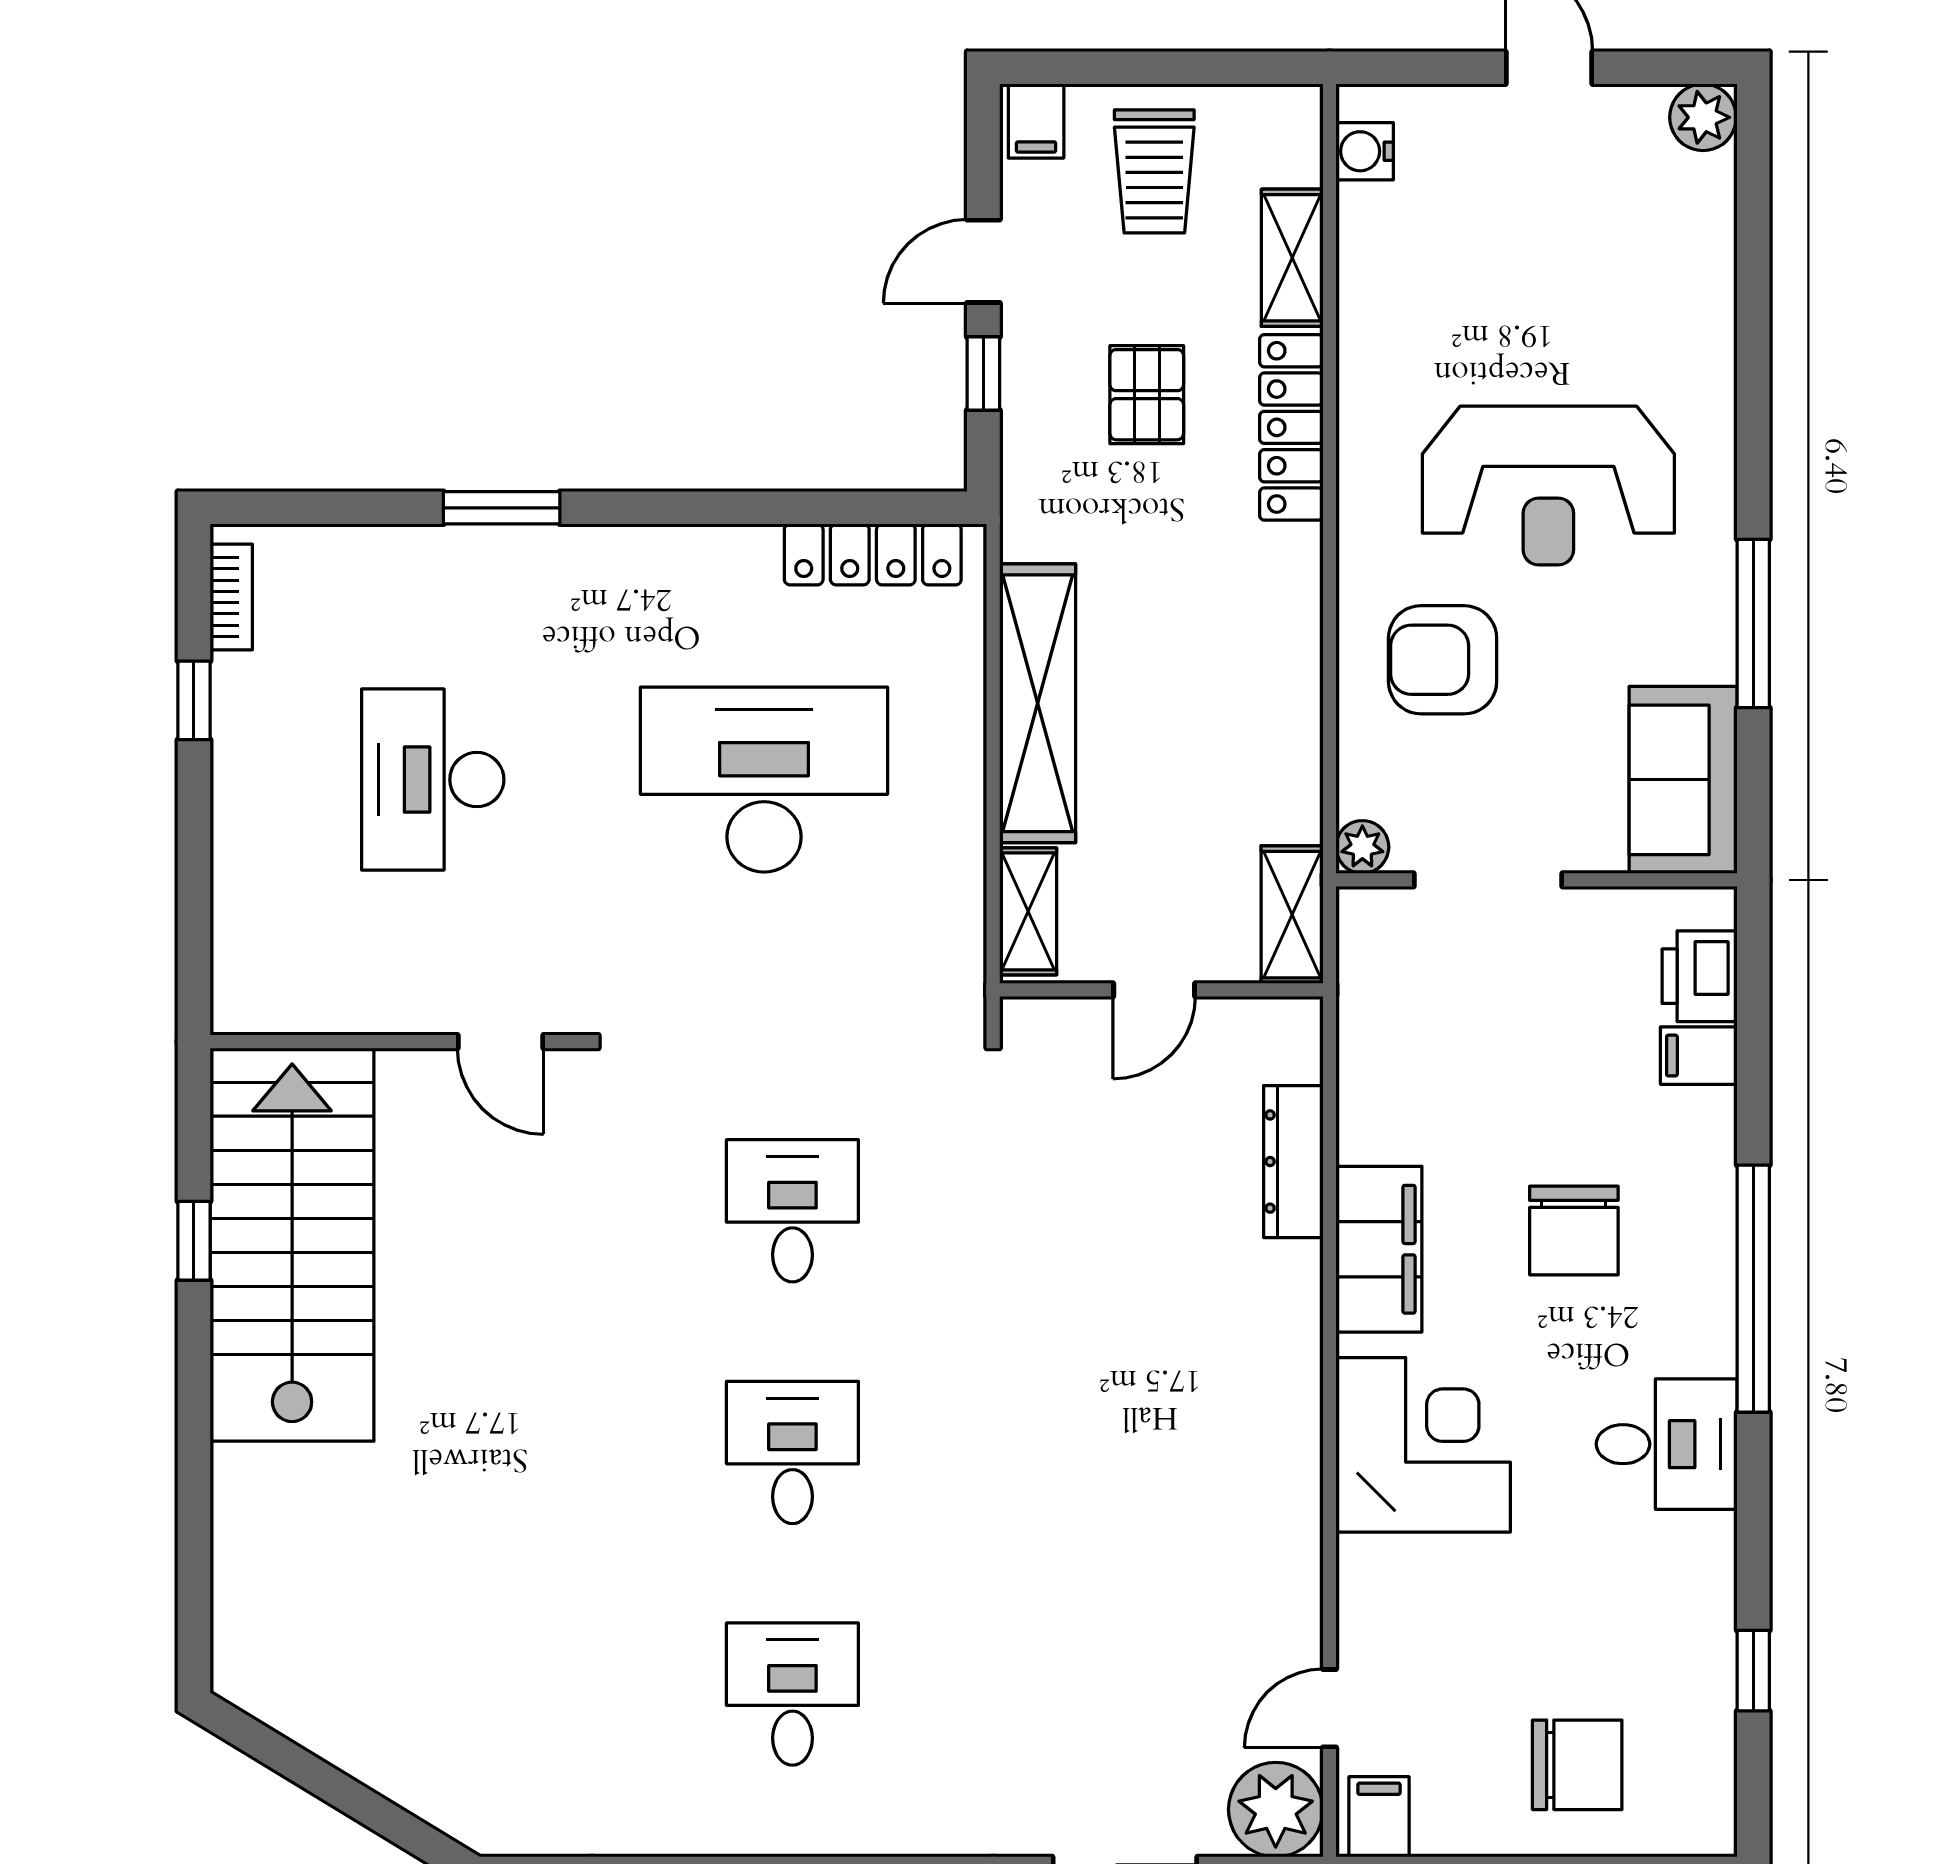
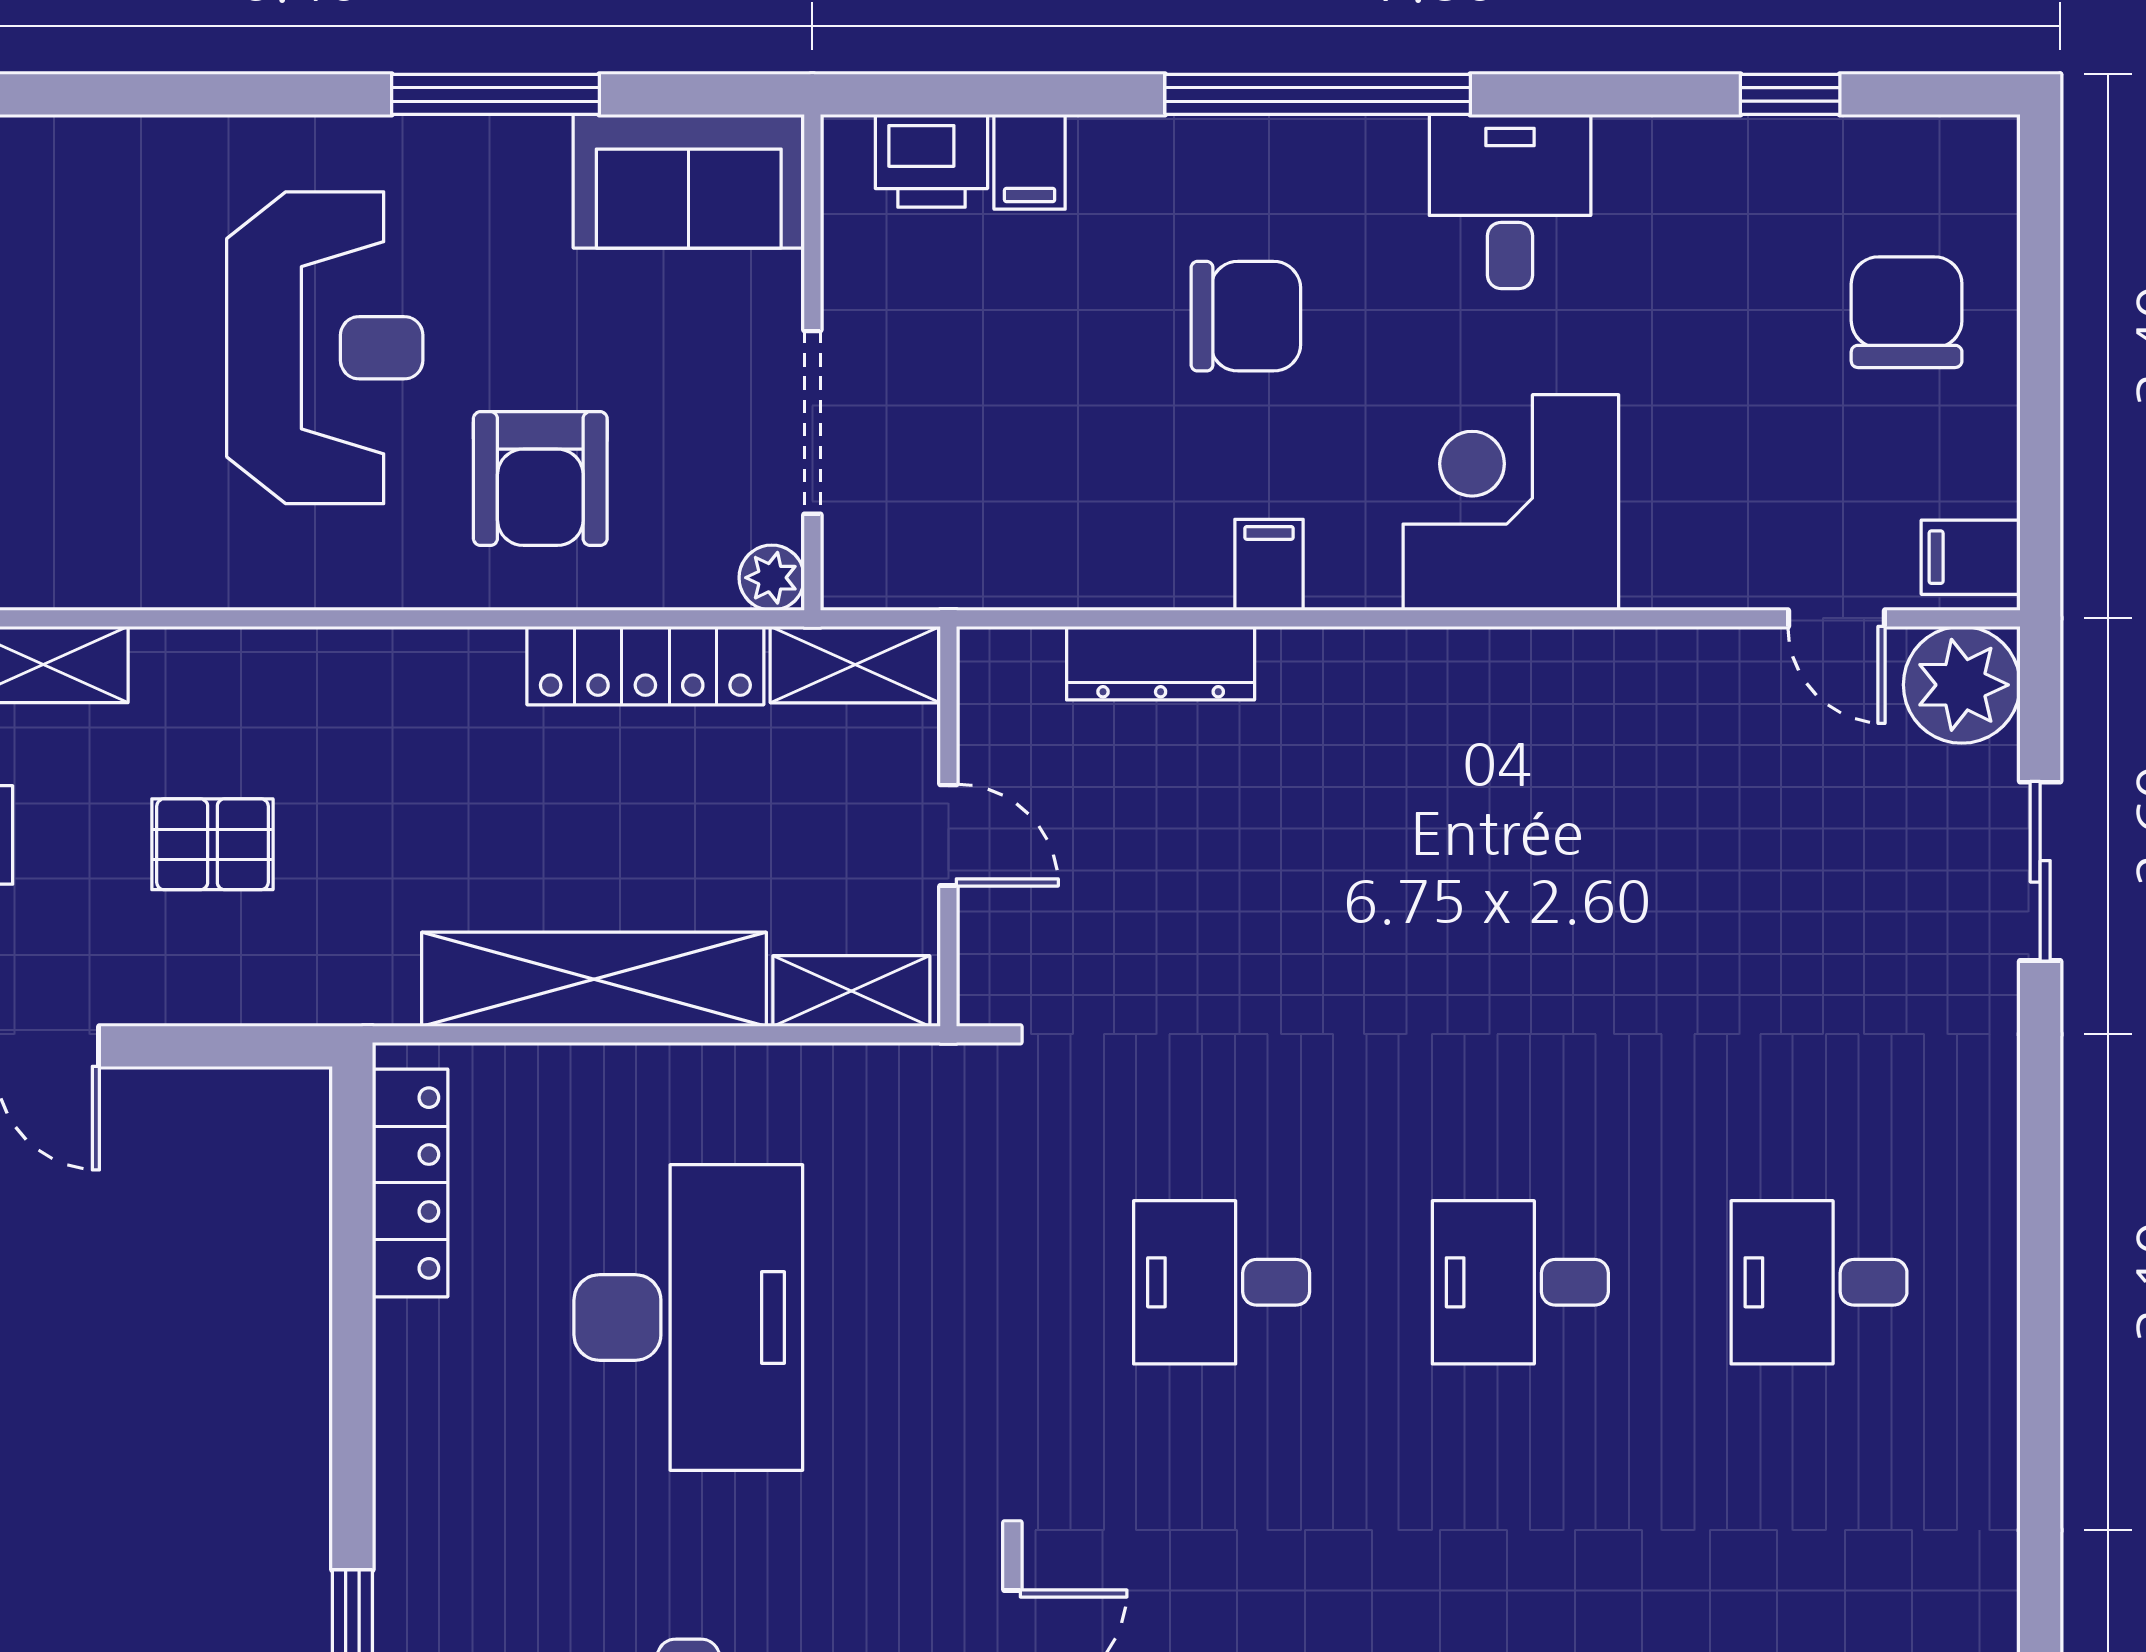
window: (983, 373) -> (186, 1046), removed
locker: (1291, 427) -> (645, 666), moved
desk: (764, 780) -> (688, 1317), turned 180
filing cabinet: (1379, 1249) -> (1269, 565), width x0.33, depth x0.86

